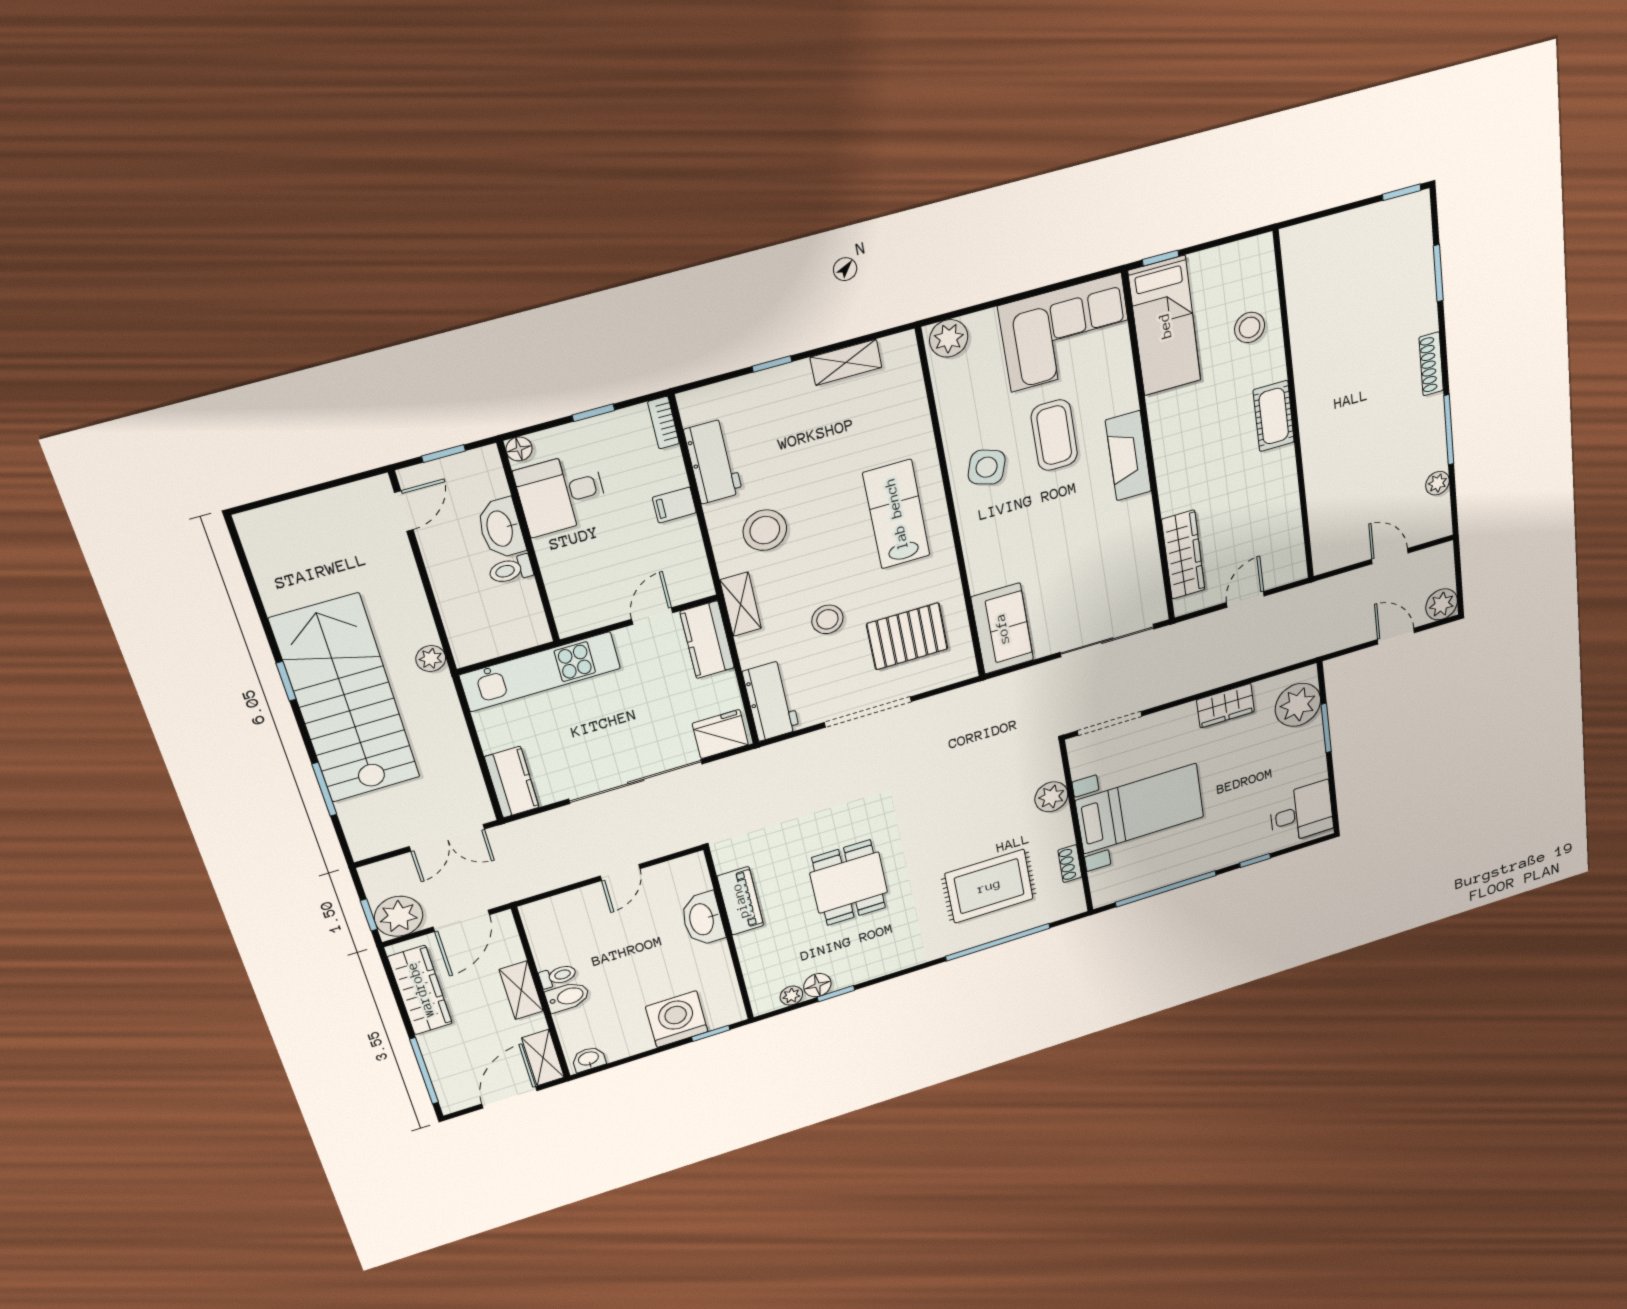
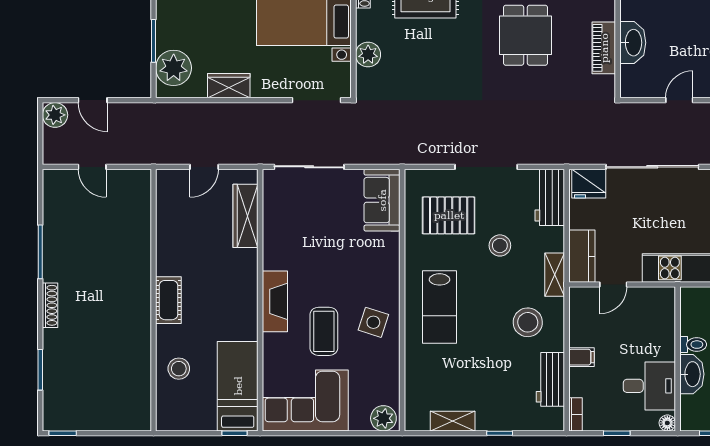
plant: (1437, 483) -> (52, 213), removed

